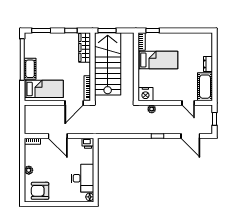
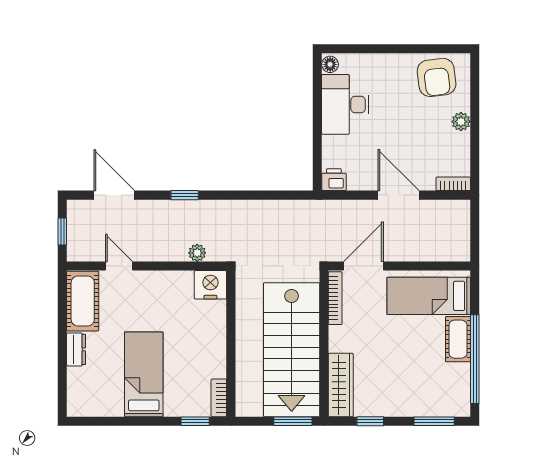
bed: (158, 60) -> (144, 374), moved, turned 90
armchair: (40, 191) -> (437, 77), turned 83

